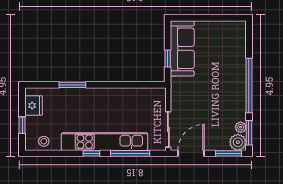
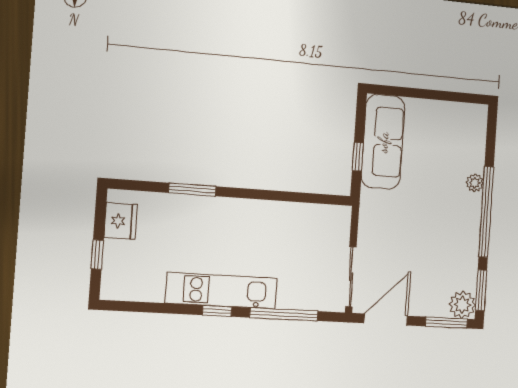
plant: (241, 127) -> (475, 183), moved
stool: (44, 141) -> (135, 285), removed
kitchen unit: (105, 142) -> (222, 291), width x0.73

